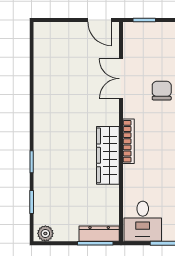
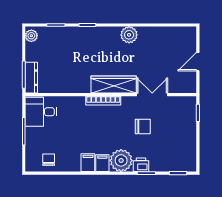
door: (100, 20) -> (198, 62), moved
plant: (44, 108) -> (129, 35), added
wardrobe: (108, 155) -> (114, 85), moved

